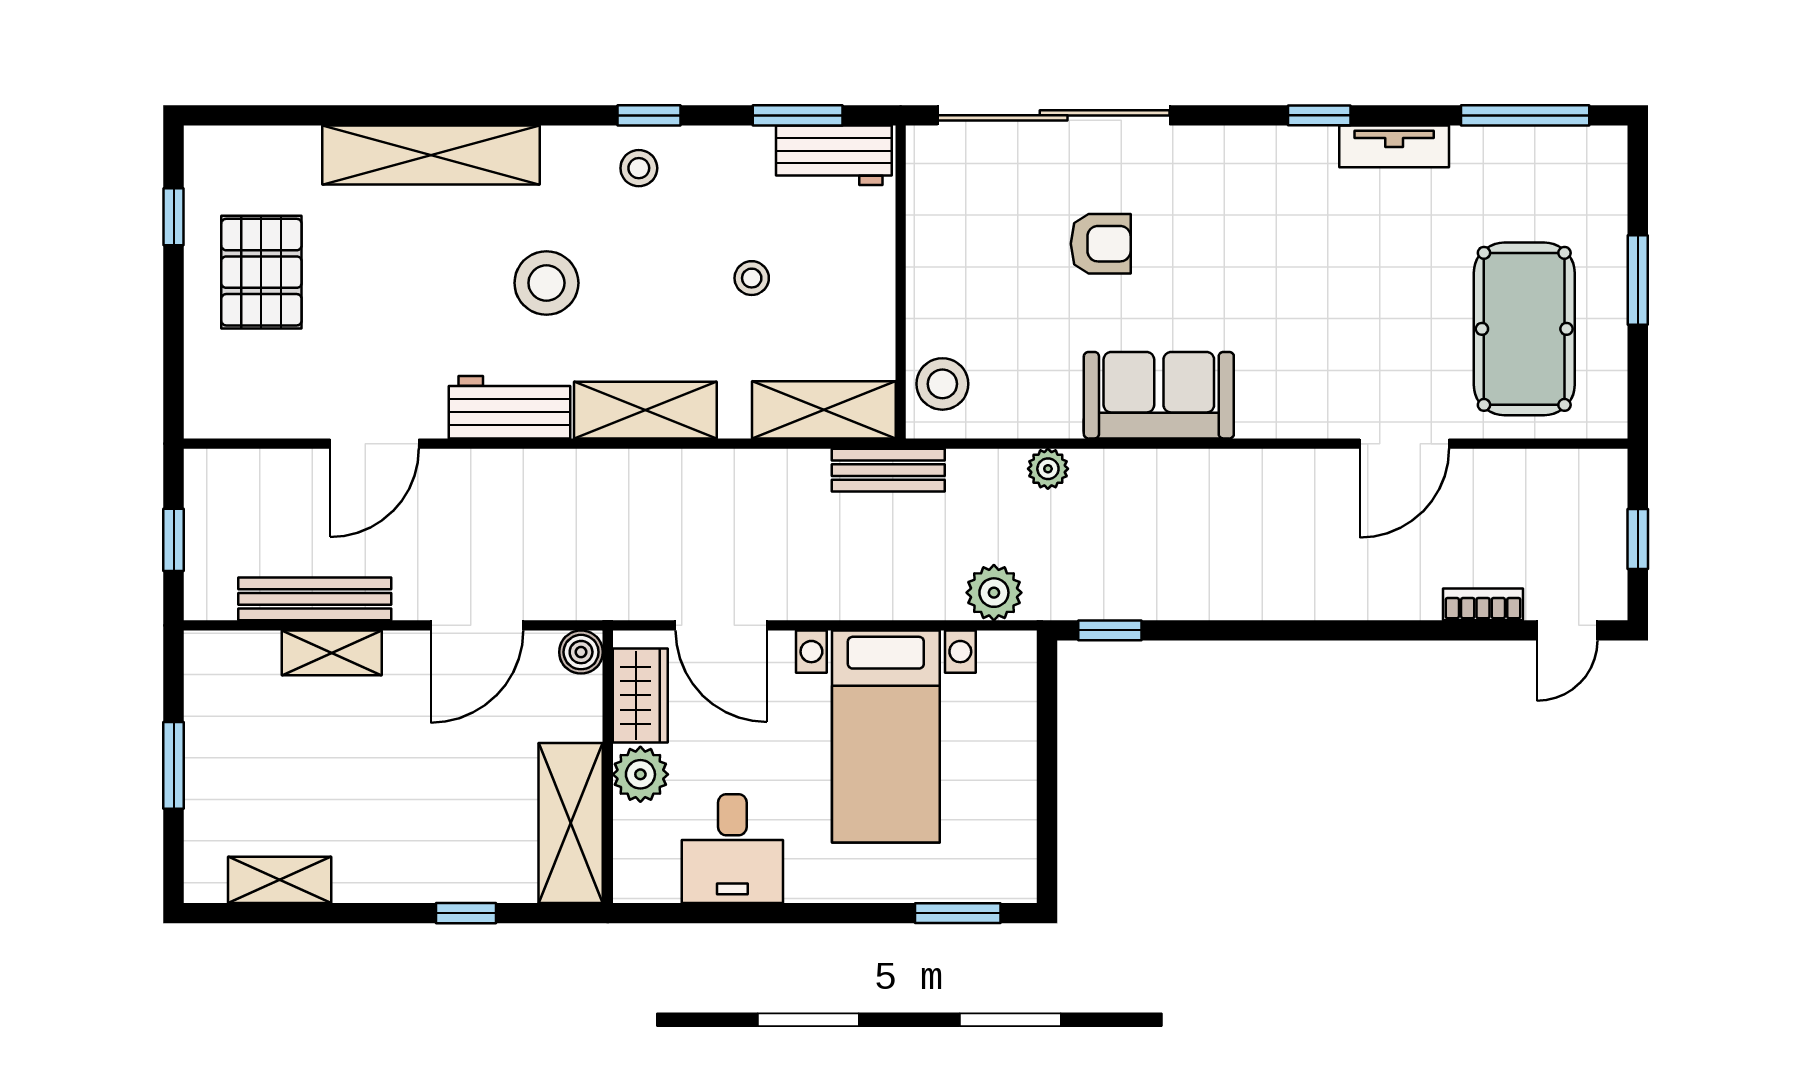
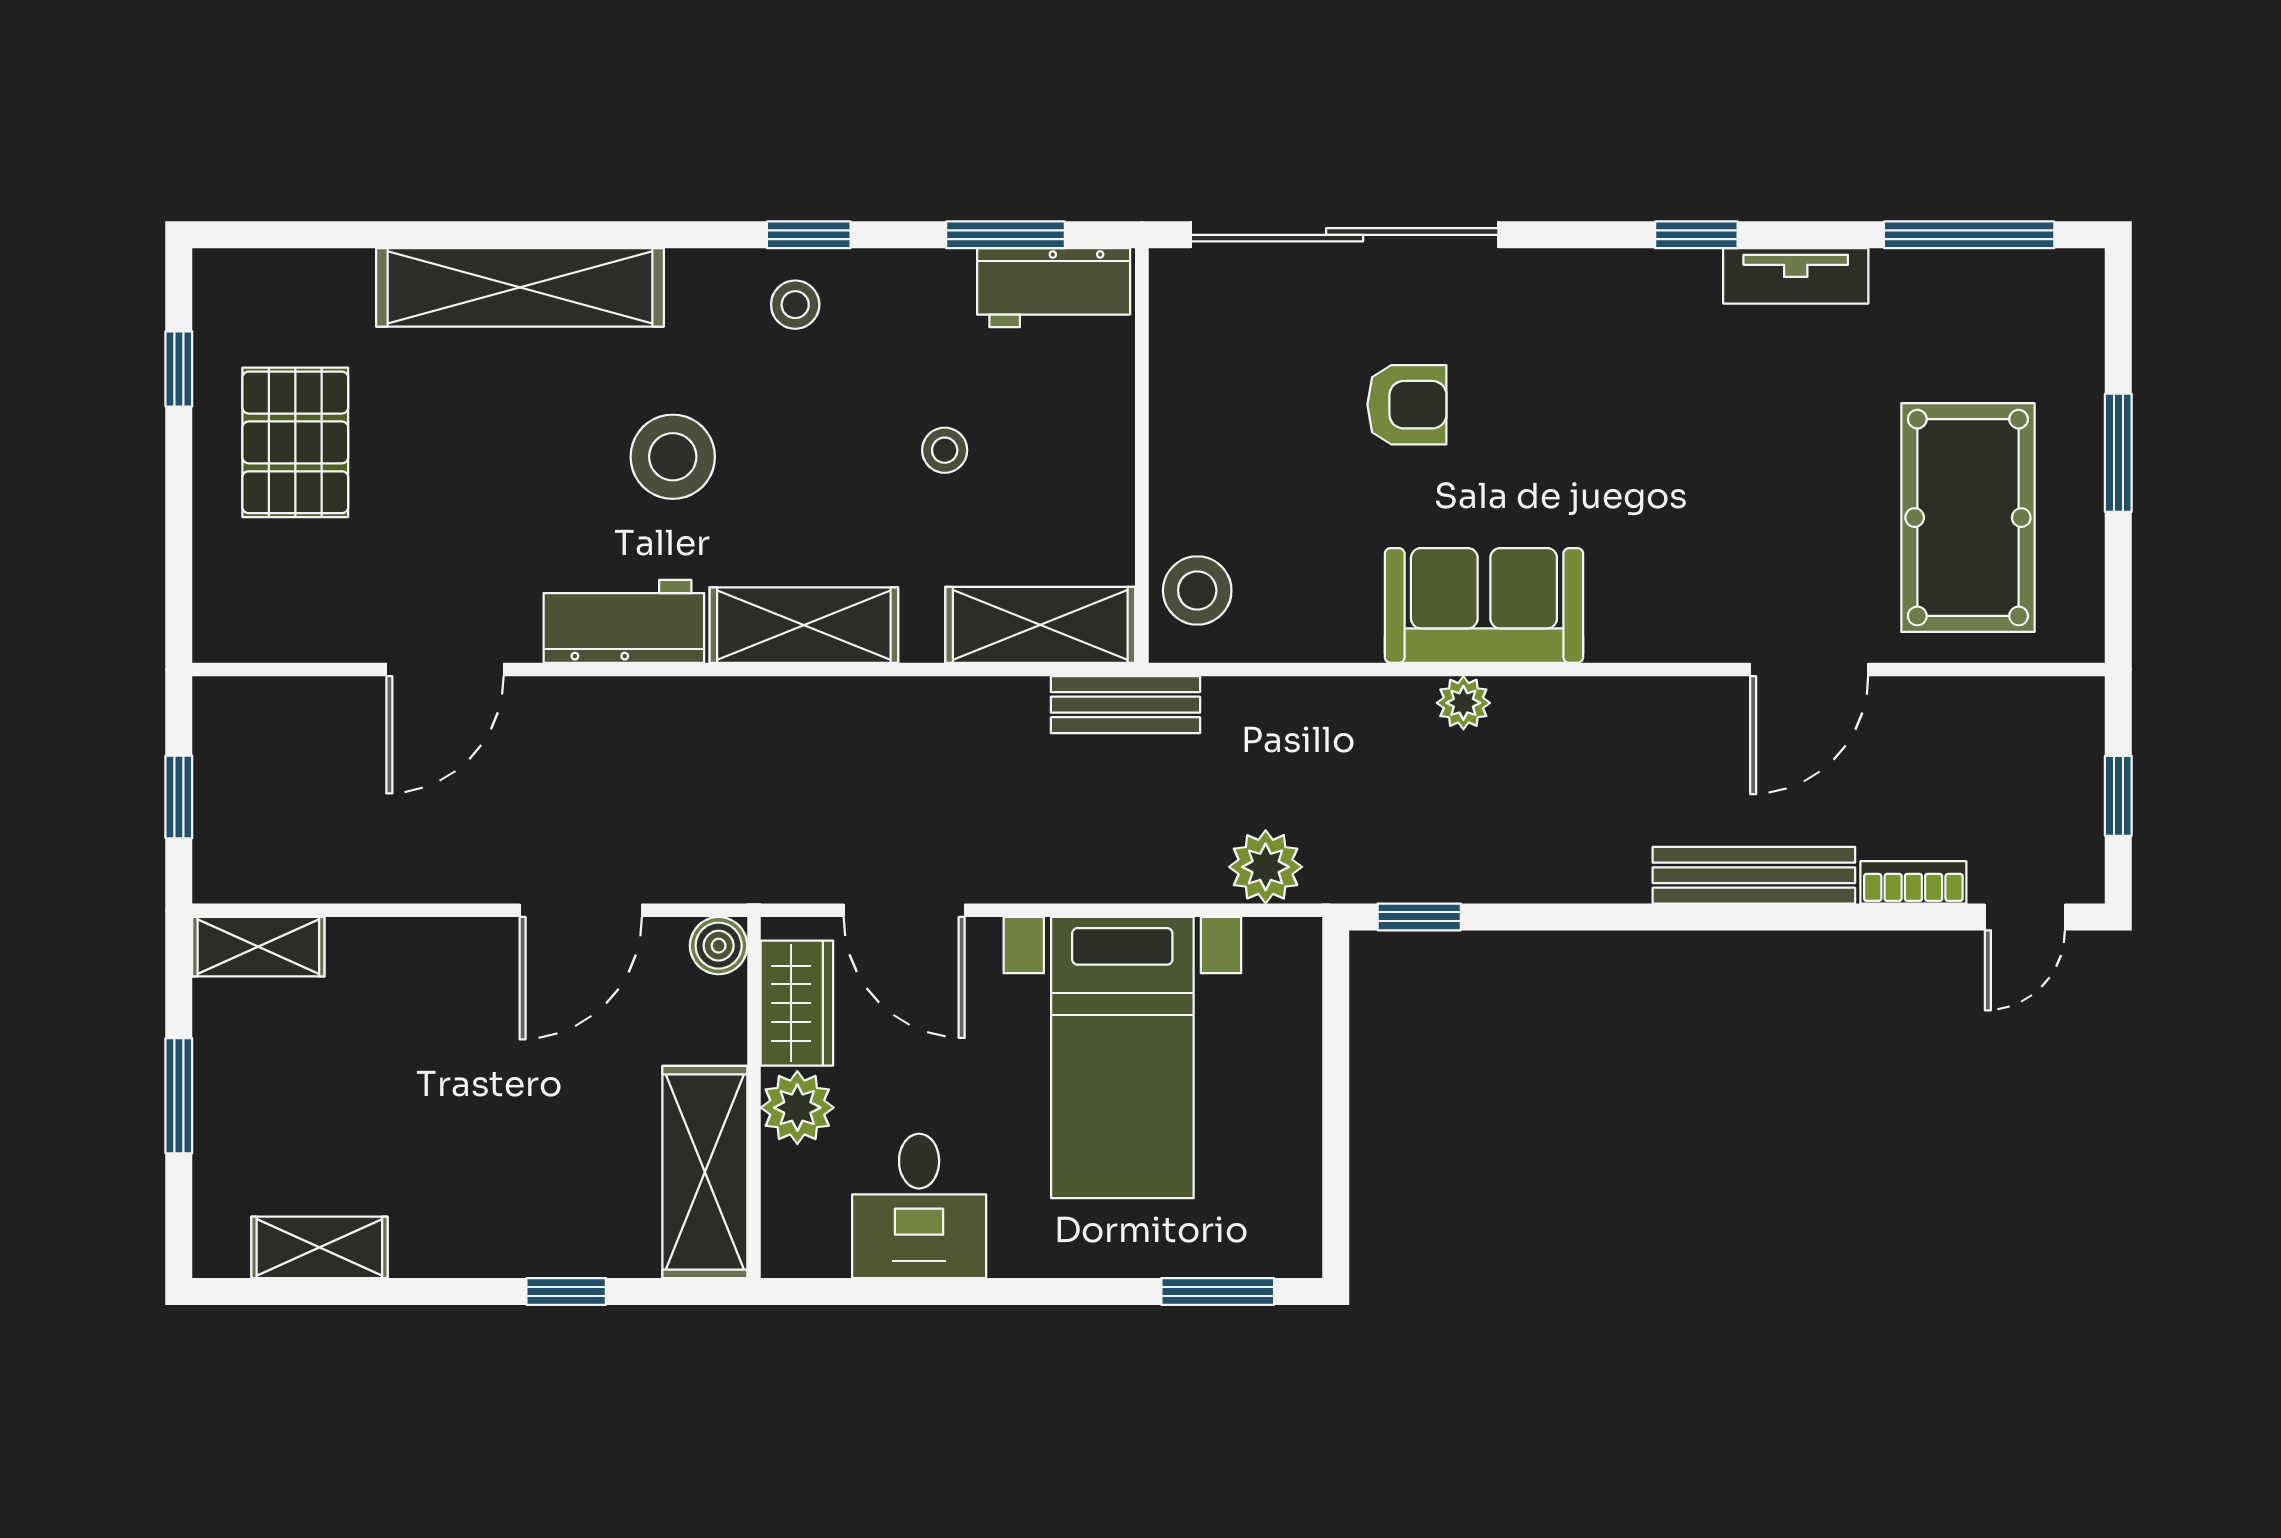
plant: (1048, 469) -> (1463, 703), moved
bench: (315, 599) -> (1754, 875), moved
shelving: (332, 653) -> (258, 947), moved

